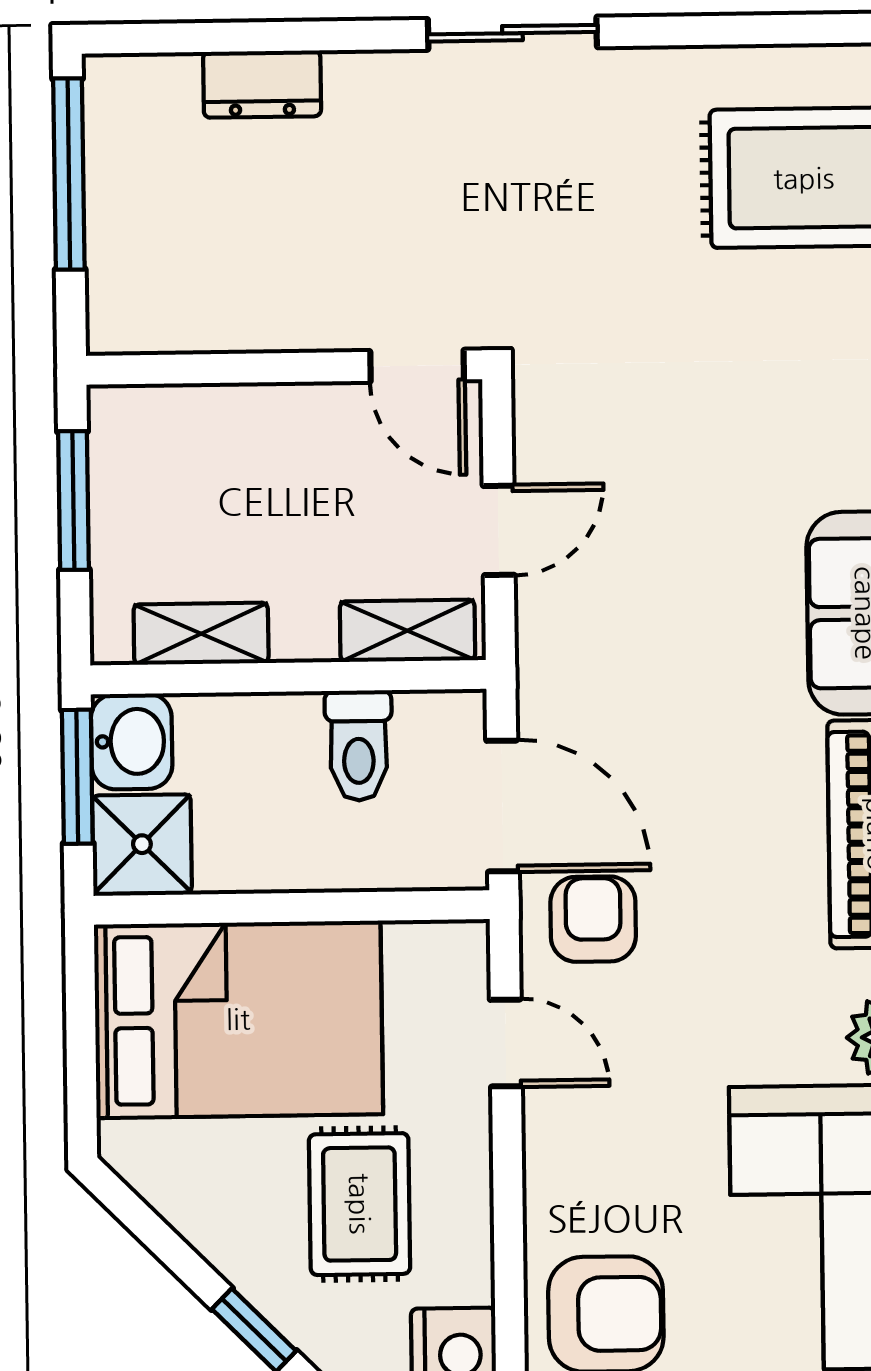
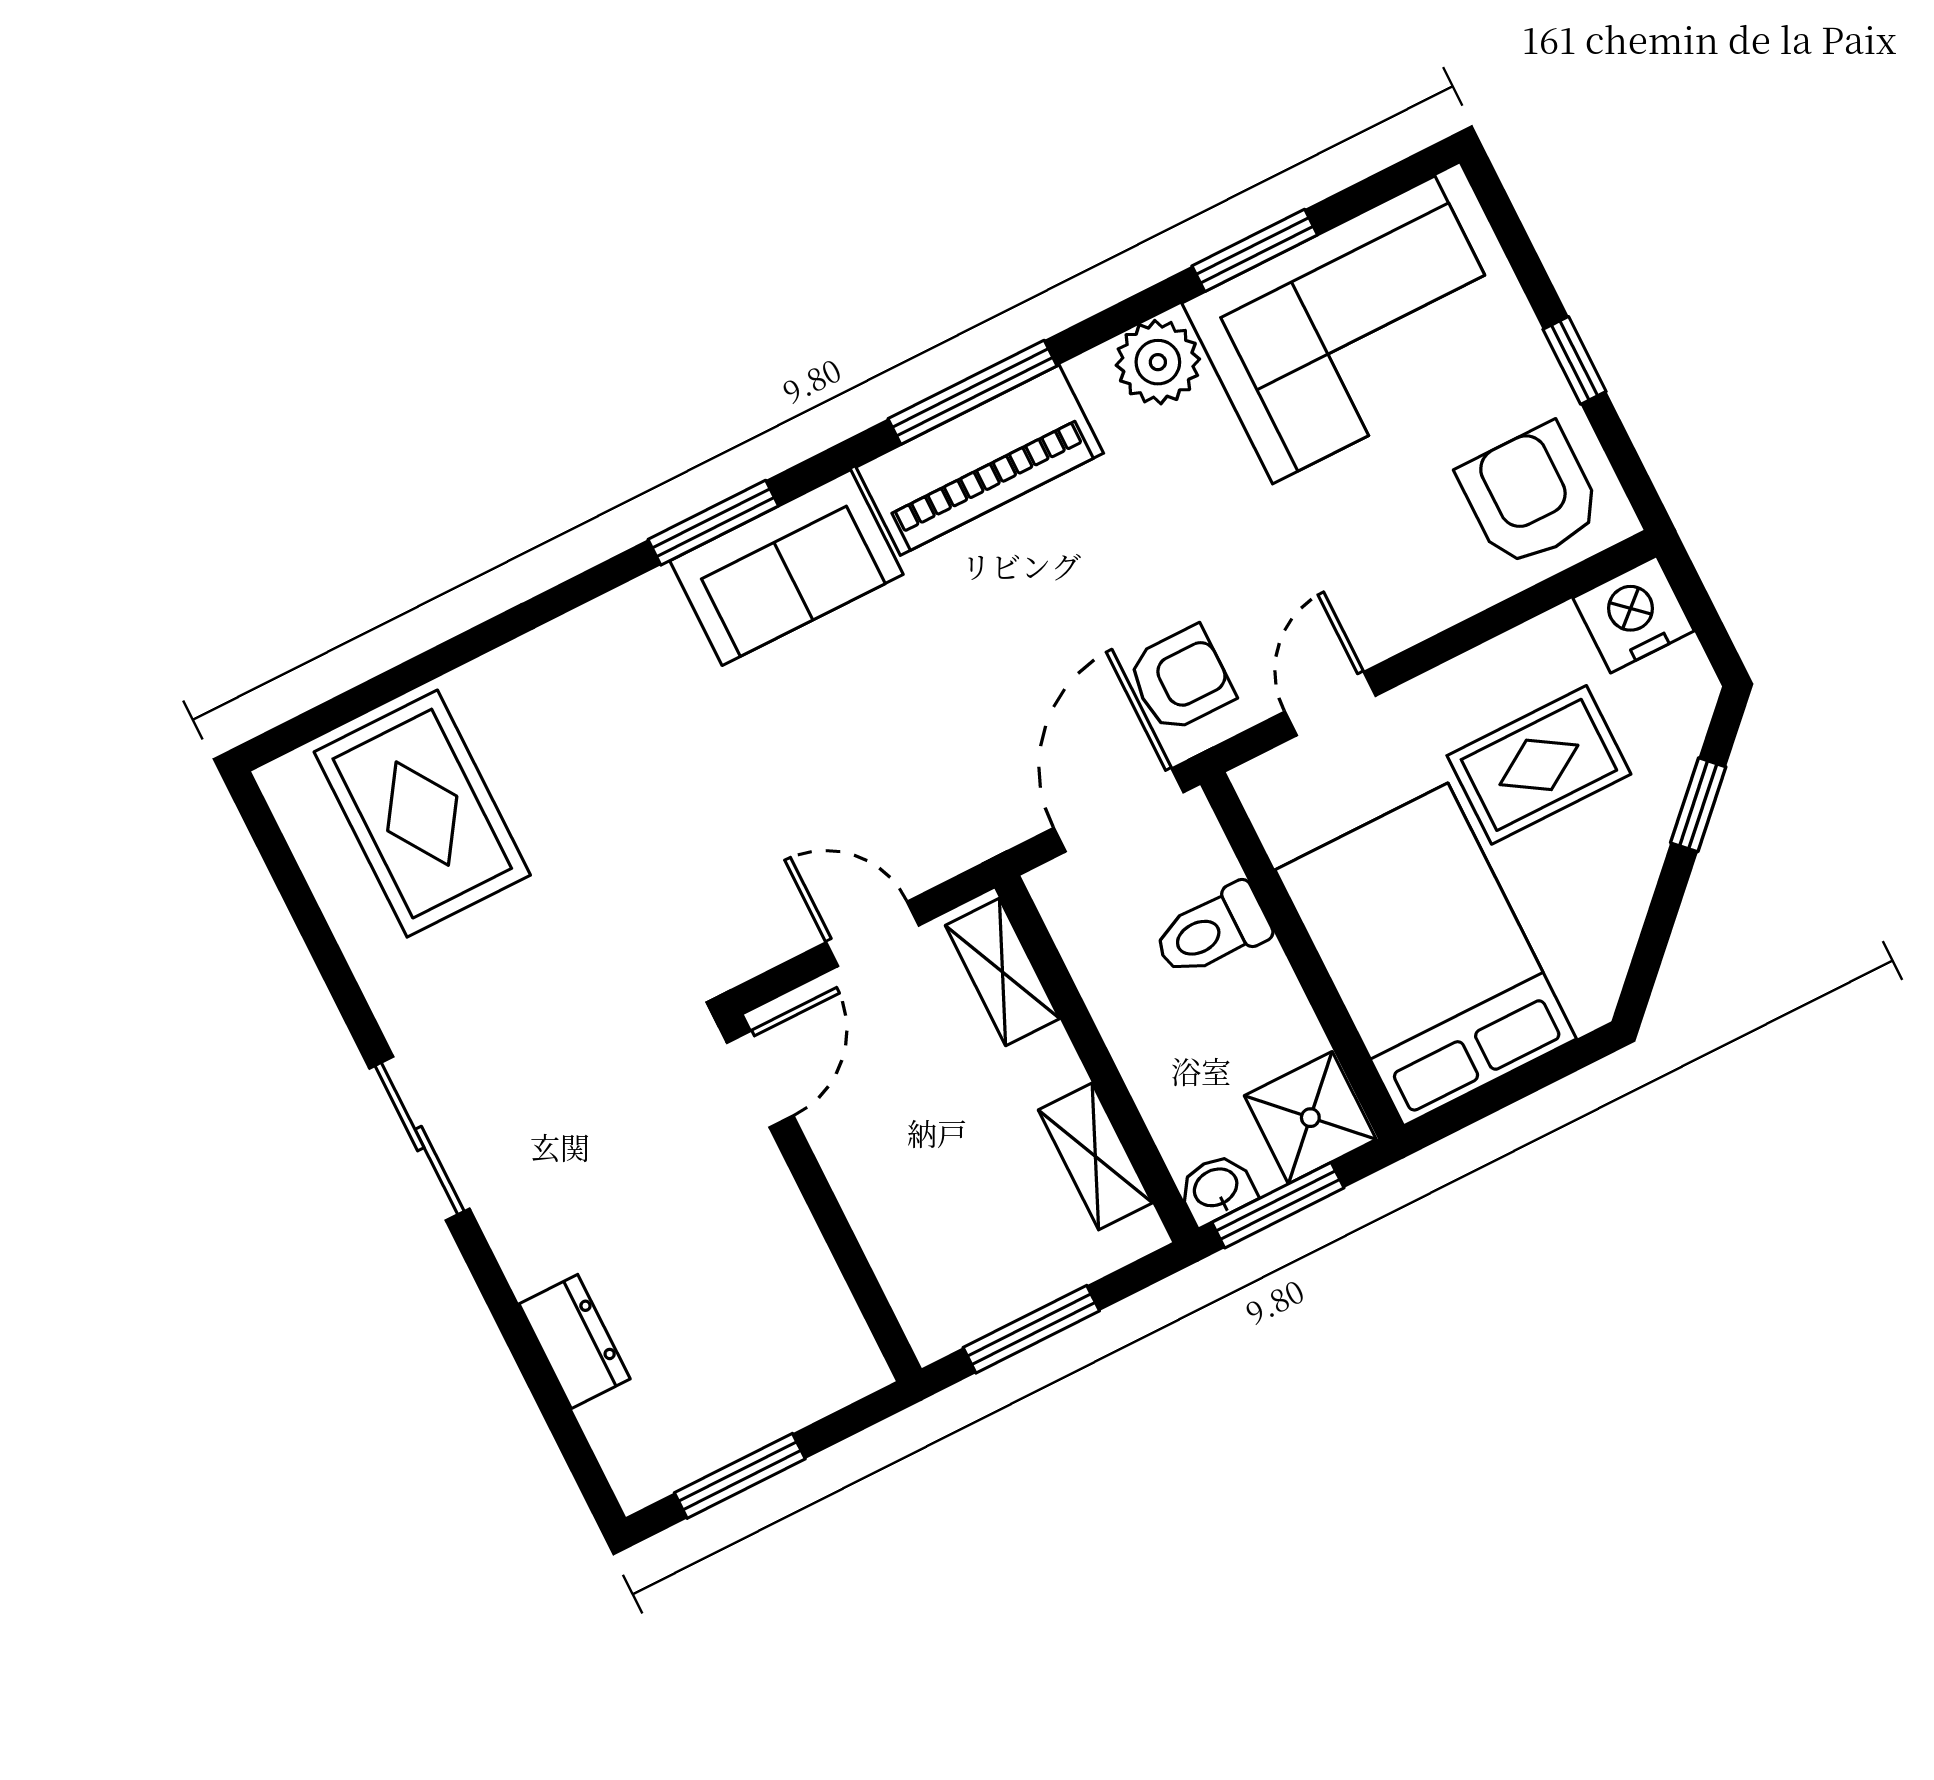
window: (69, 174) -> (740, 1476), width x0.69
washbasin: (132, 741) -> (1216, 1189), width x0.72, depth x0.69
toilet: (359, 746) -> (1212, 931), moved, turned 180
armchair: (593, 919) -> (1181, 679), turned 180

